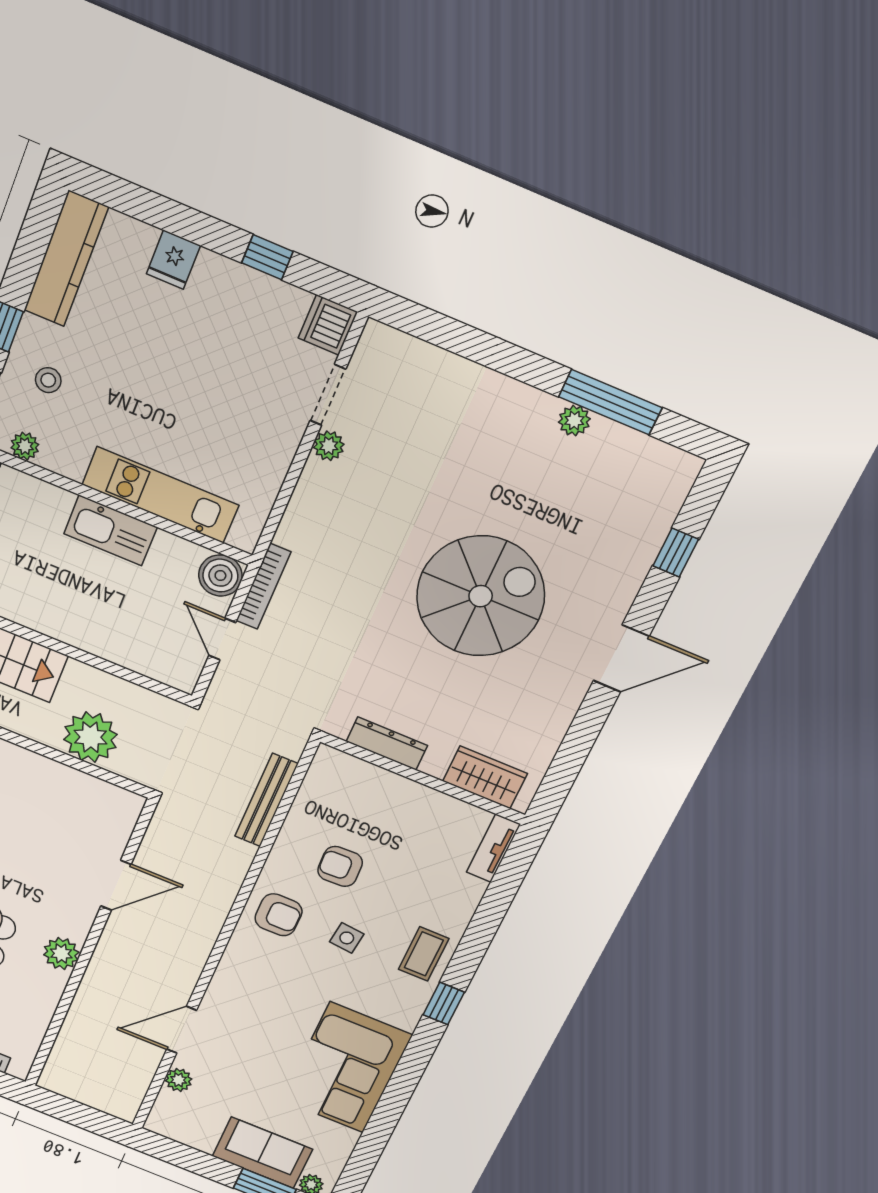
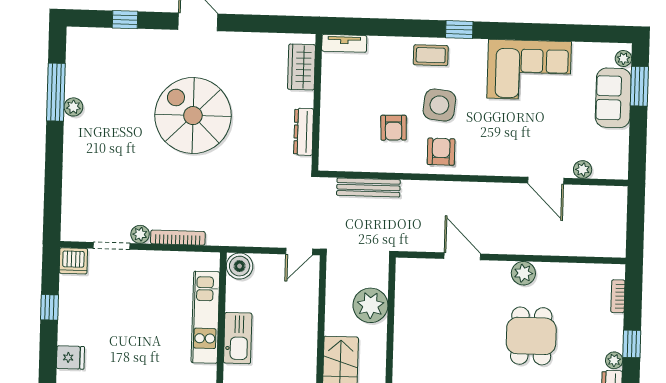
bookcase: (263, 586) -> (178, 238), moved
door: (222, 639) -> (299, 251), moved
side table: (347, 938) -> (439, 105), width x1.87, depth x1.87

